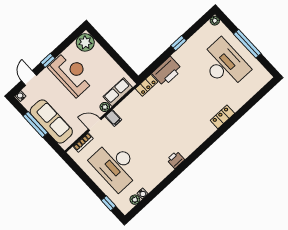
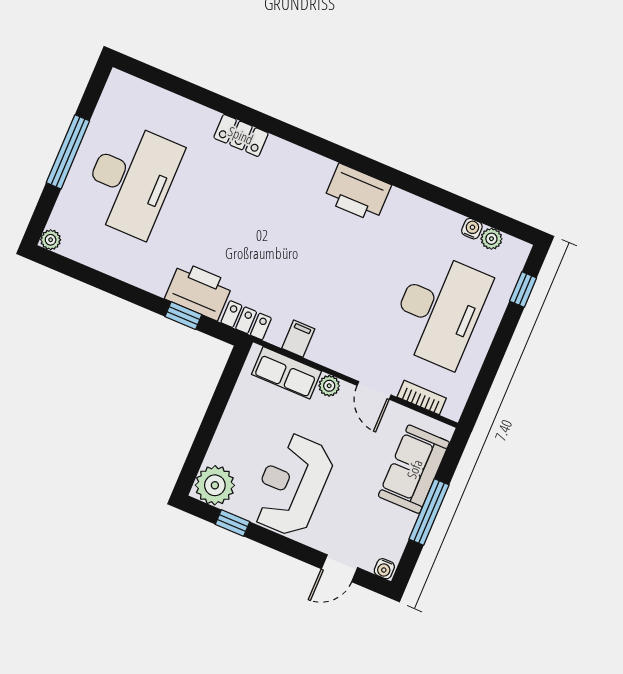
window: (179, 43) -> (183, 316), moved
window: (48, 60) -> (232, 523), moved
desk: (224, 64) -> (131, 180), turned 180
filing cabinet: (113, 118) -> (298, 339), moved
sofa: (51, 122) -> (414, 469), width x0.73
printer: (176, 160) -> (357, 193), width x1.87, depth x1.48

